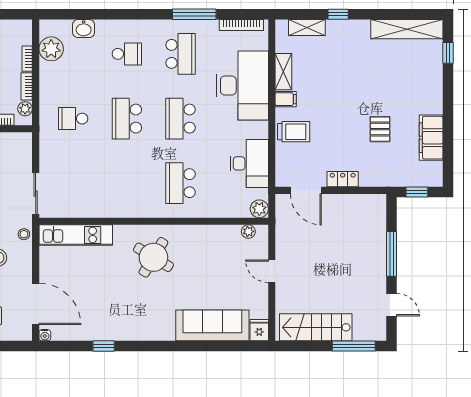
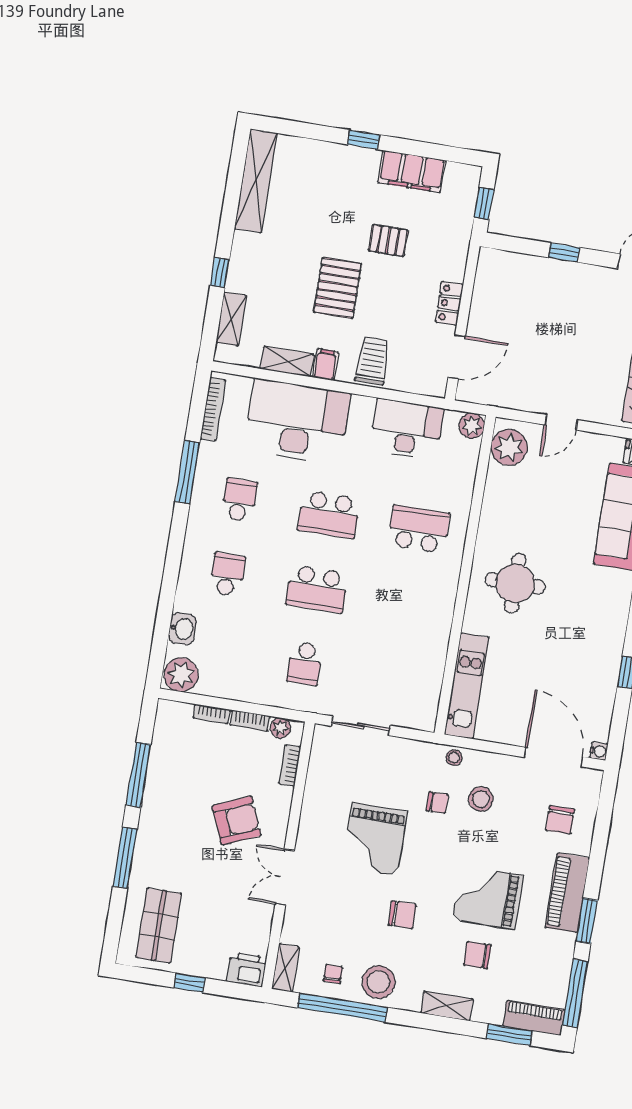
plant: (51, 49) -> (181, 675), moved
window: (448, 53) -> (363, 140), moved
school desk: (181, 54) -> (239, 500), width x0.54
pallet: (341, 99) -> (338, 288), added
school desk: (181, 183) -> (419, 529), turned 180
sliding door: (36, 194) -> (361, 726), moved
plant: (248, 231) -> (509, 447), width x1.87, depth x1.87
window: (391, 254) -> (564, 253), width x0.46
round table: (153, 257) -> (515, 583), turned -31
door: (36, 304) -> (553, 757), hinge flipped

